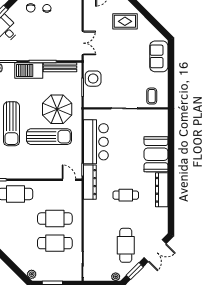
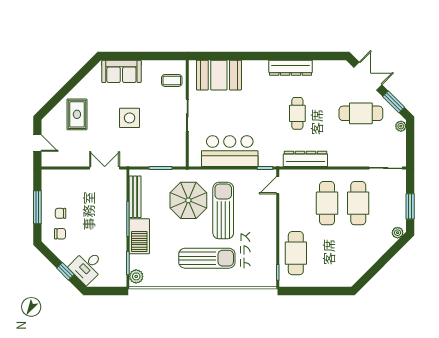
side table: (93, 79) -> (130, 118), moved
booth: (156, 154) -> (219, 75), moved
dresser: (90, 182) -> (305, 159), moved

